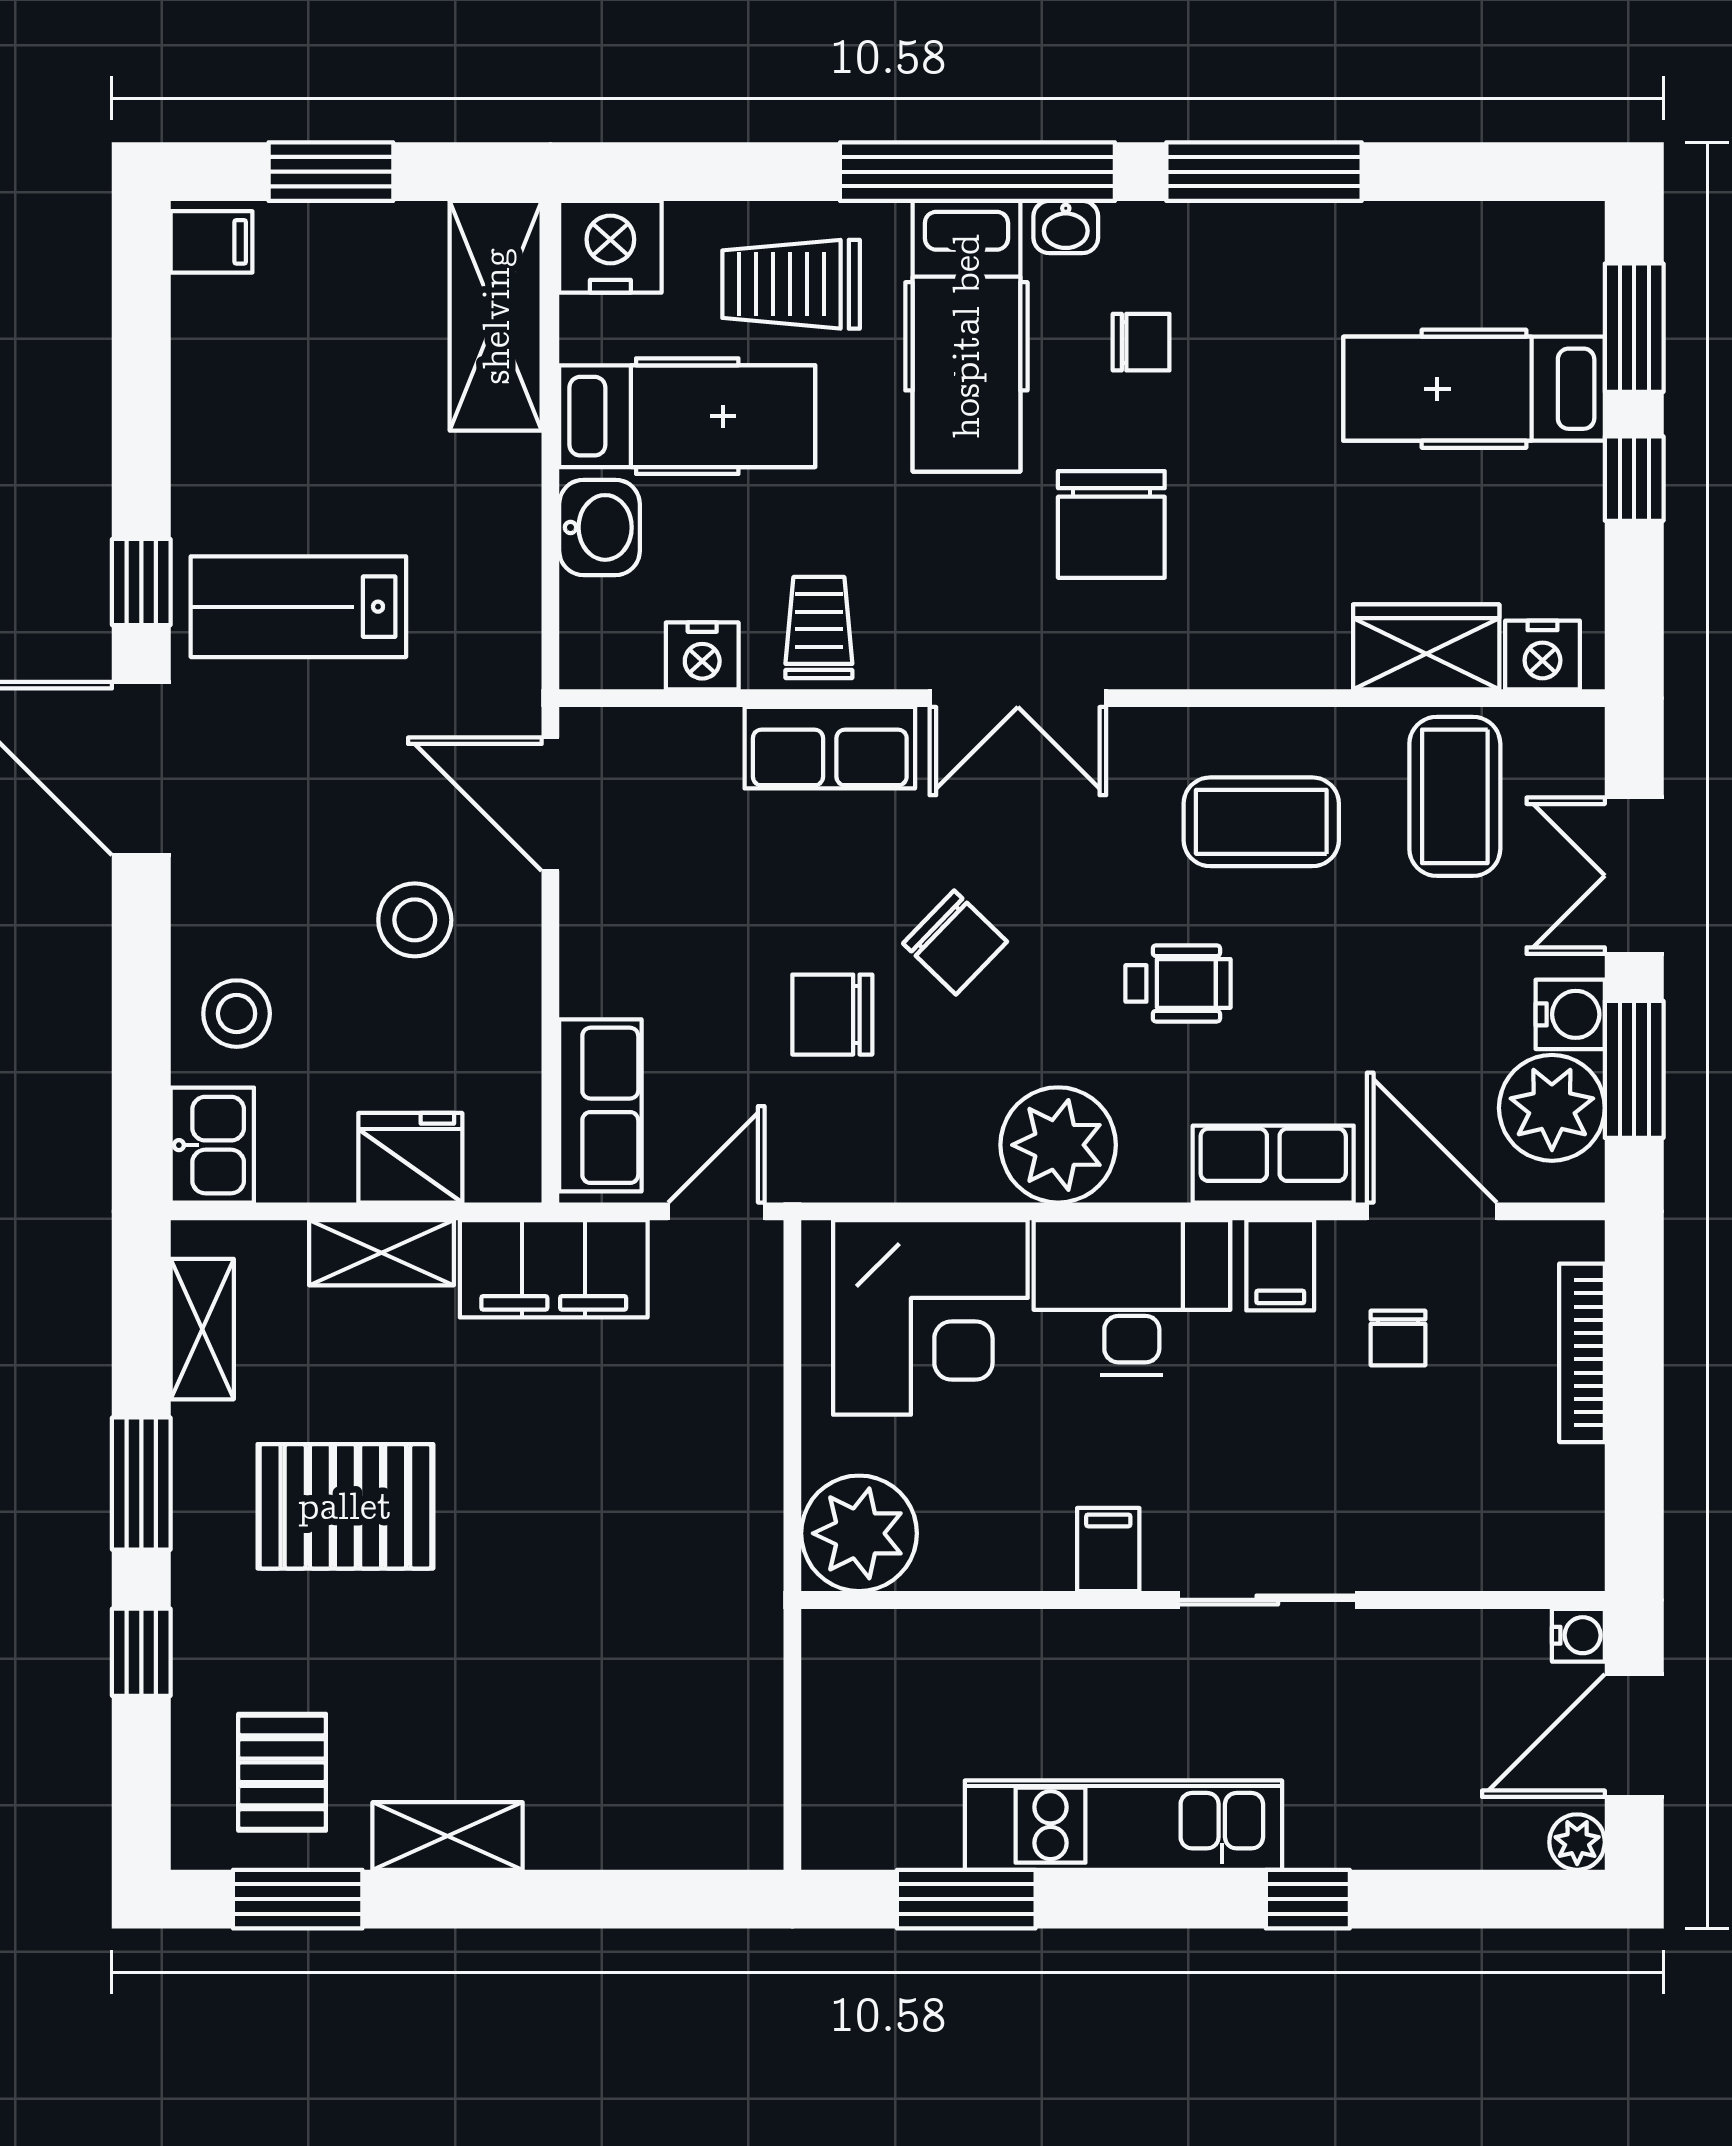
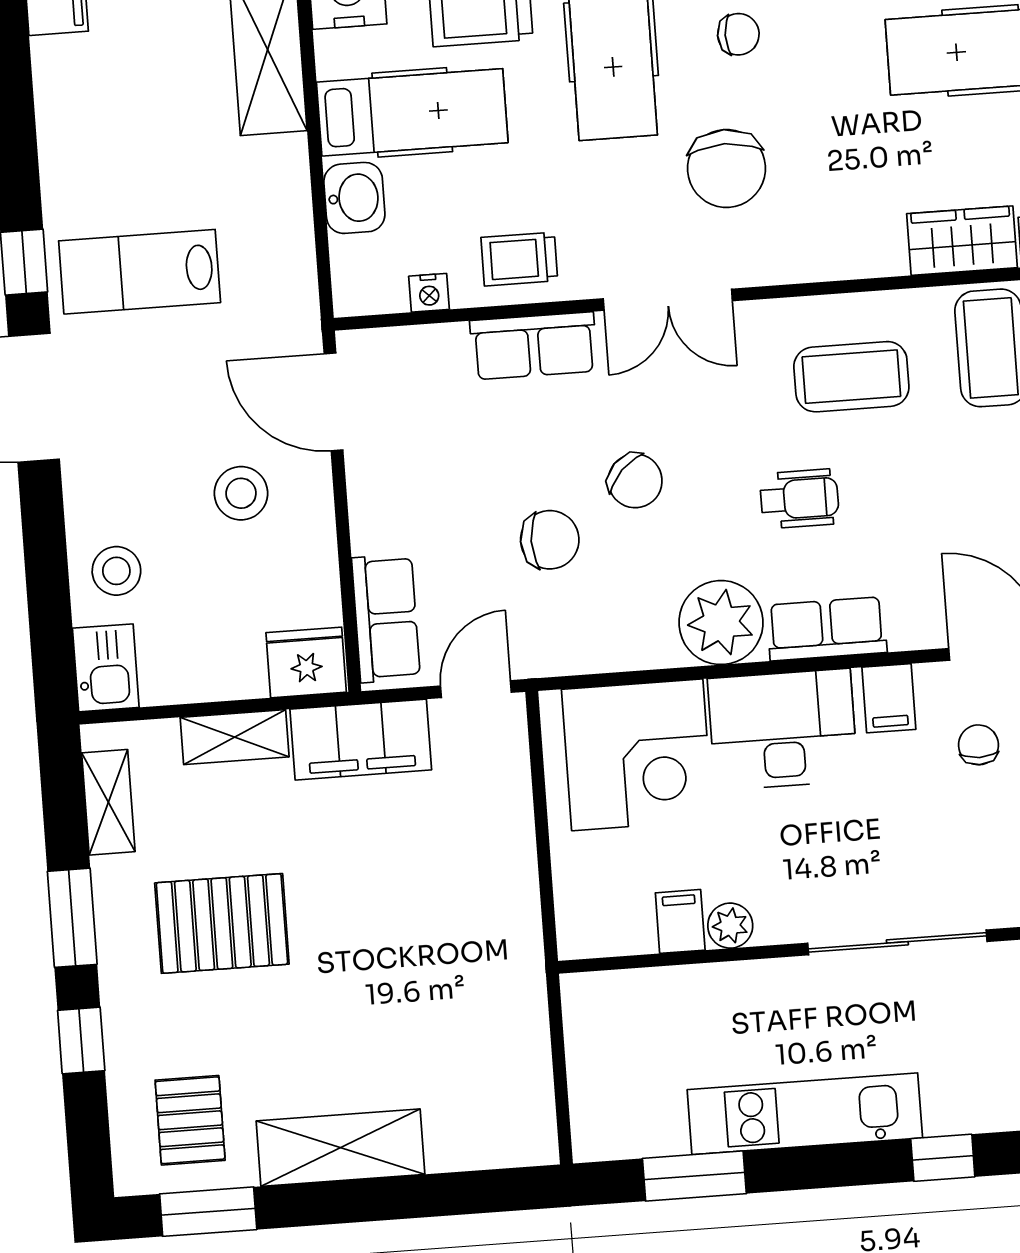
trolley: (819, 628) -> (519, 259), turned -90
nightstand: (702, 656) -> (429, 293), width x0.72, depth x0.74
chair: (832, 1015) -> (550, 540), turned 180
fridge: (410, 1158) -> (306, 662), moved
row of seats: (1273, 1164) -> (827, 629), moved
chair: (1398, 1338) -> (978, 745), turned 180
plant: (859, 1533) -> (730, 926), moved, width x0.53, depth x0.53
filing cabinet: (1108, 1550) -> (680, 921), moved
sliding door: (1267, 1600) -> (897, 942), width x1.37
shelving: (448, 1836) -> (341, 1148), width x1.50, depth x1.33

